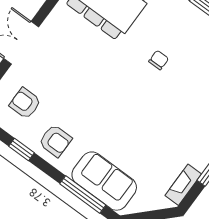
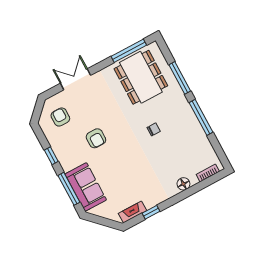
armchair: (55, 141) -> (96, 138), moved
window: (22, 150) -> (51, 156), moved

